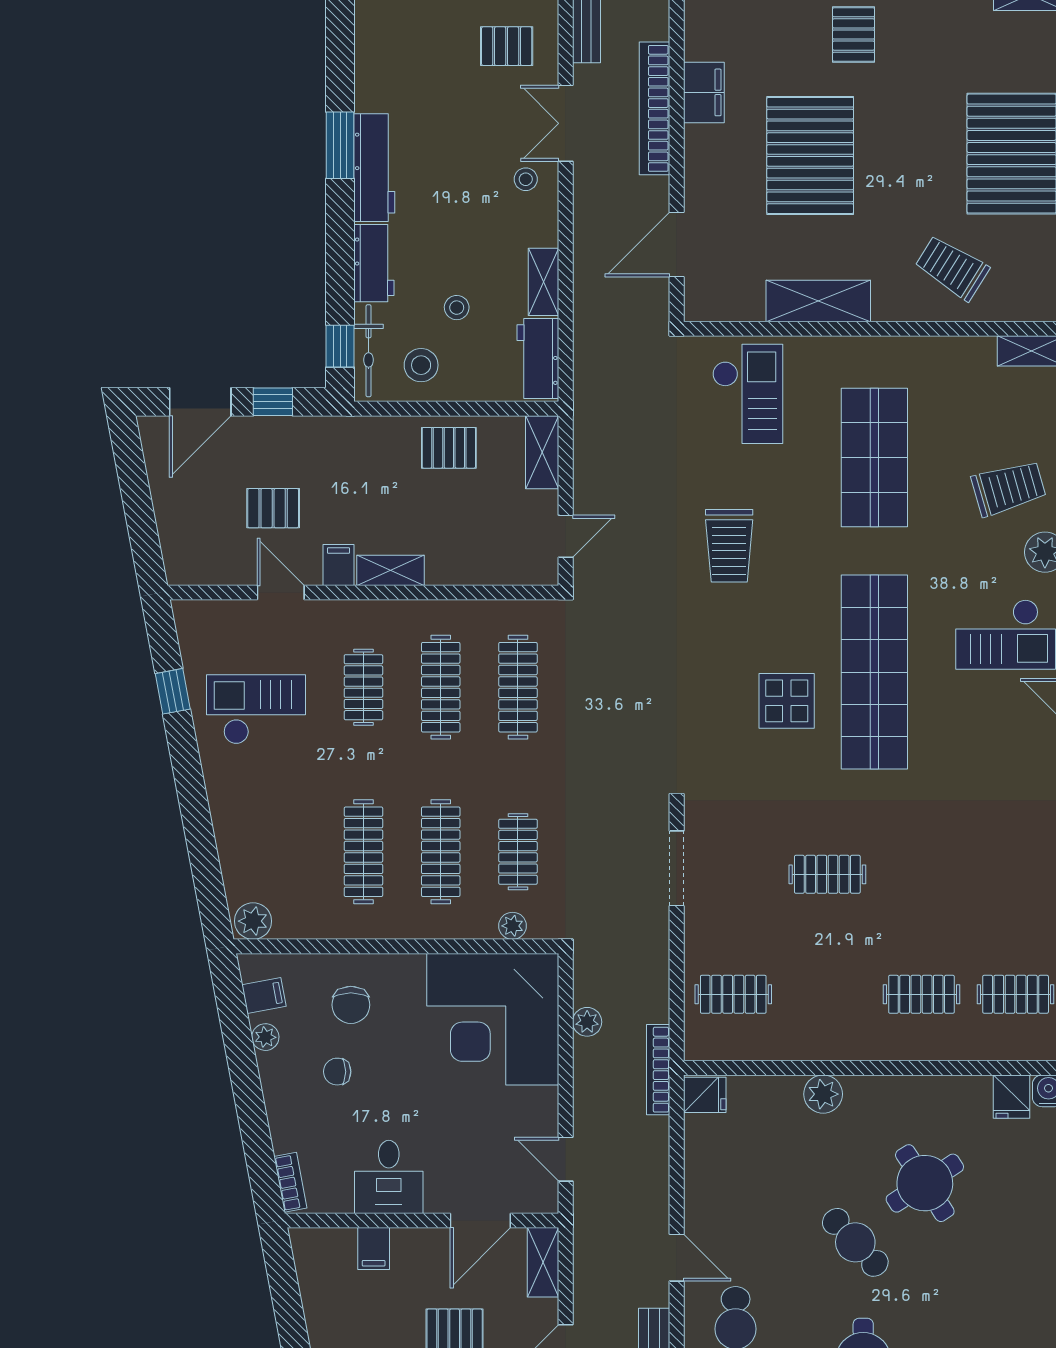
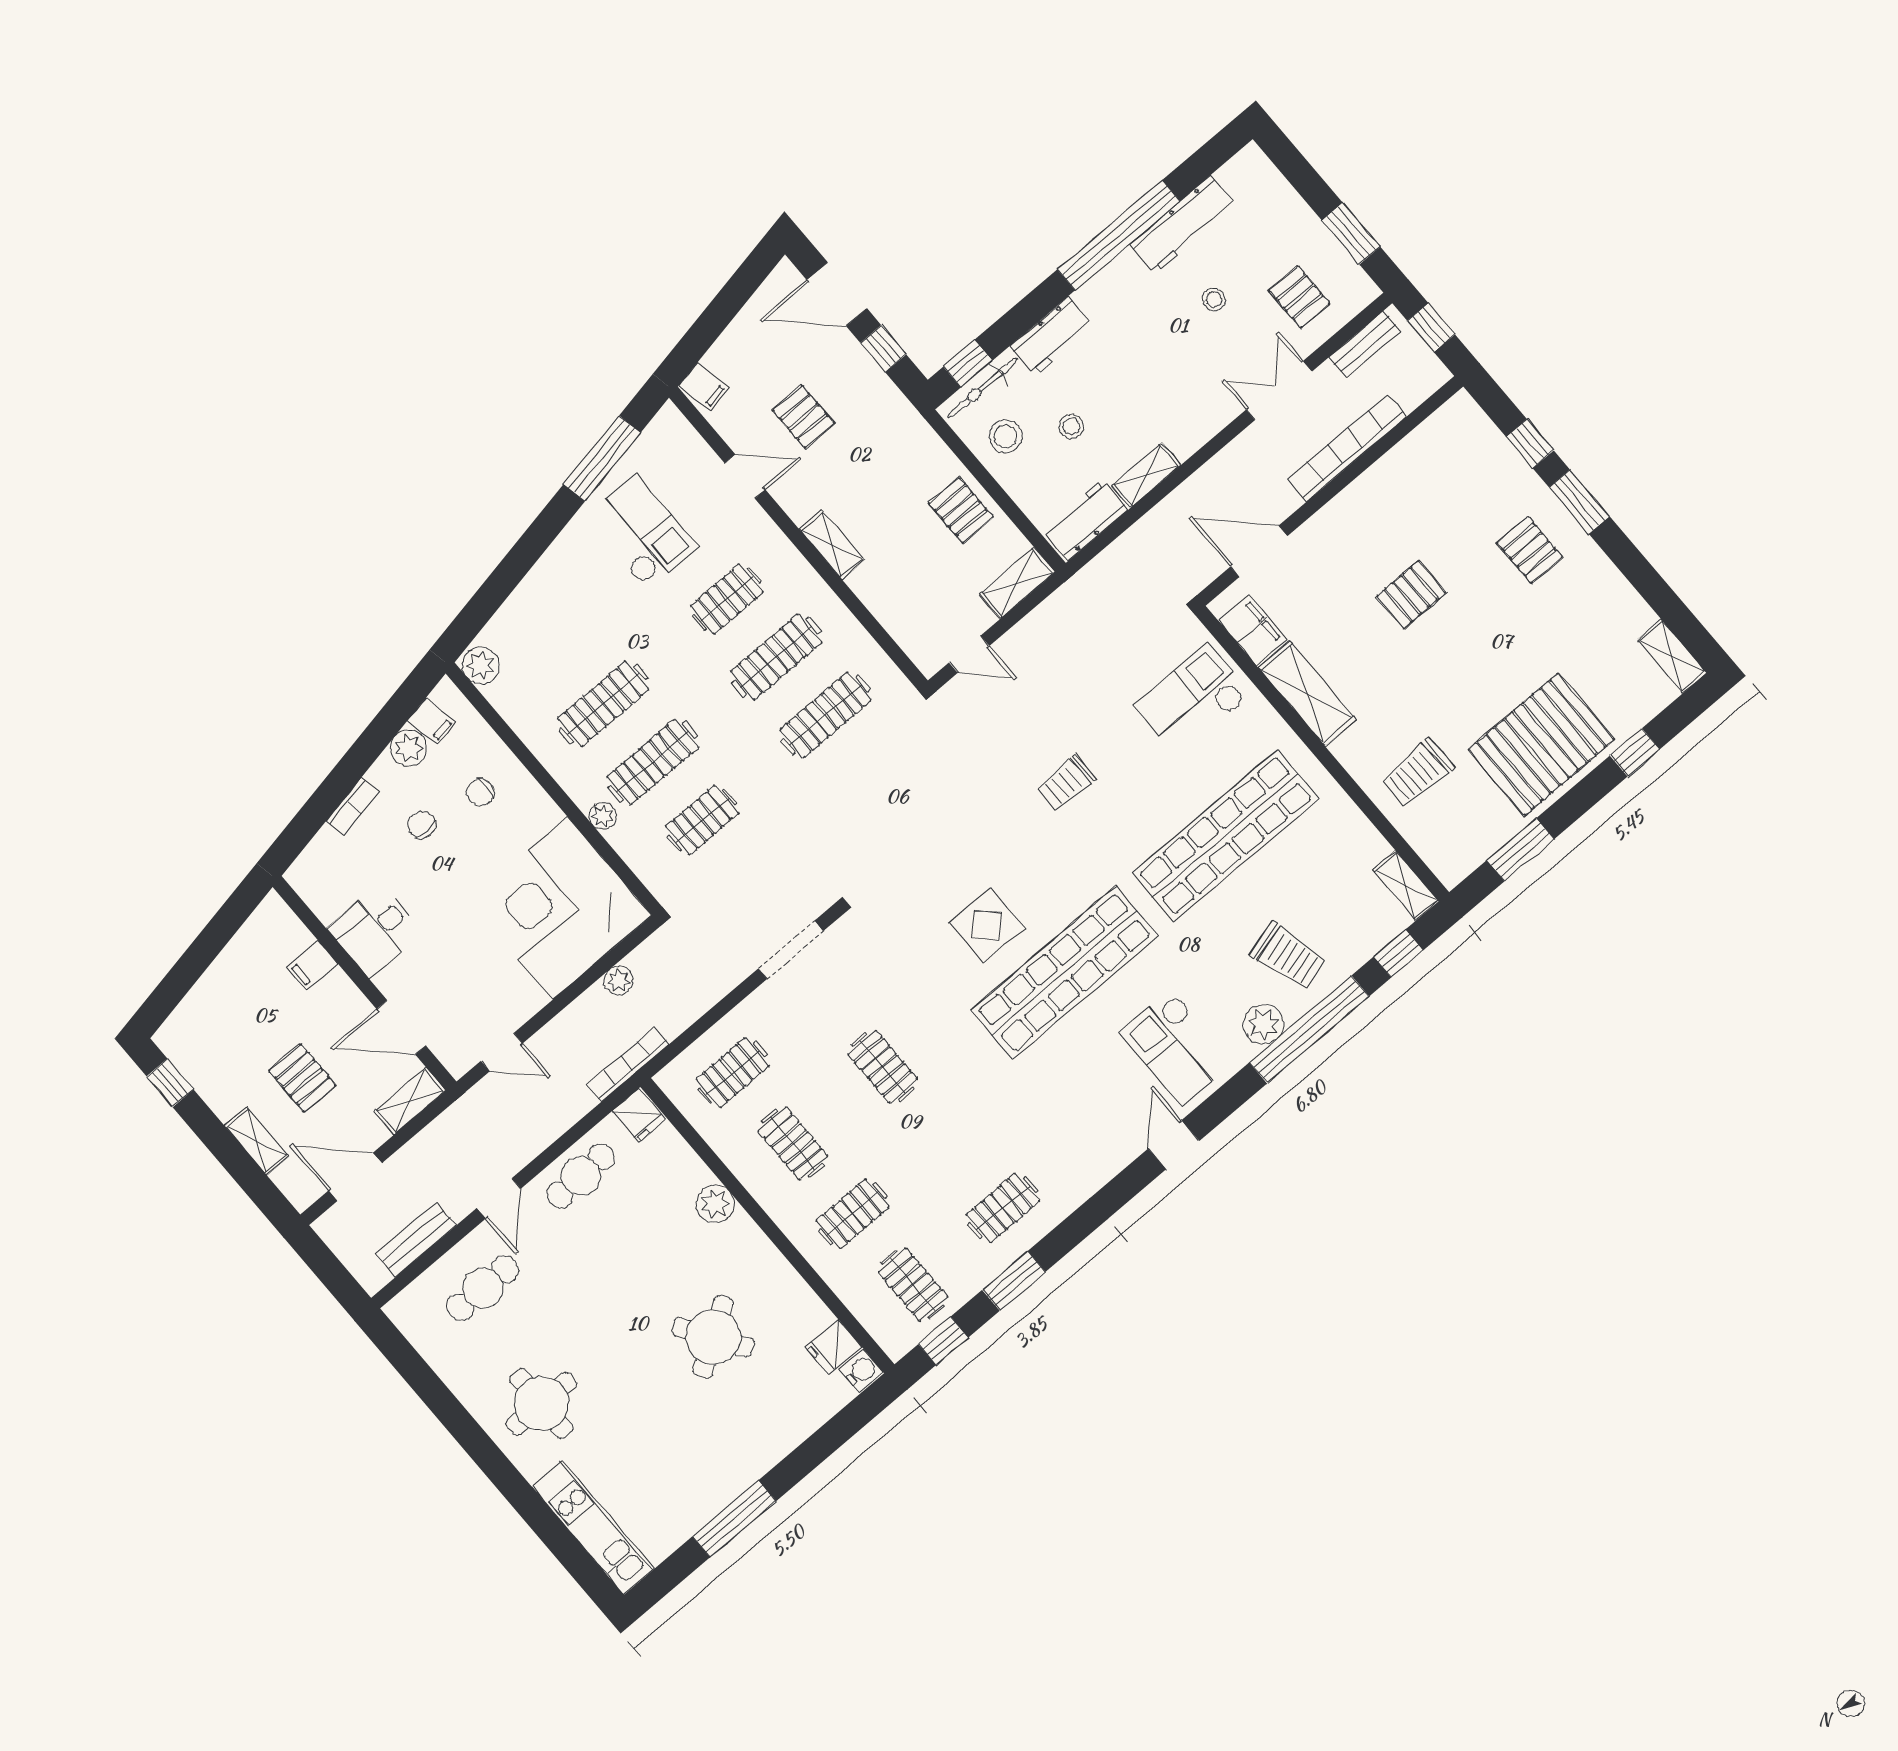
pallet: (854, 35) -> (1530, 550), turned 90
filing cabinet: (704, 92) -> (1252, 630), moved, turned -90
window: (340, 145) -> (1119, 235), width x2.11
pallet: (810, 155) -> (1411, 595), width x0.49, depth x0.50
workbench: (374, 168) -> (1183, 225), moved
stool: (526, 179) -> (1214, 299), moved
trolley: (952, 268) -> (1417, 773), turned -122
checkout: (748, 394) -> (1192, 700), turned 180
shop shelf: (874, 457) -> (1226, 836), width x1.40
trolley: (729, 546) -> (1067, 783), width x0.73, depth x0.72
filing cabinet: (338, 565) -> (704, 387), moved, turned 79
door: (281, 593) -> (745, 476), hinge flipped
window: (173, 691) -> (602, 459), width x2.17
clothes rail: (1016, 874) -> (1003, 1208), added
plant: (512, 926) -> (603, 816), moved
clothes rail: (733, 994) -> (733, 1073), turned 90
clothes rail: (827, 994) -> (793, 1143), added
clothes rail: (921, 994) -> (853, 1214), turned 90
chair: (351, 1005) -> (480, 792), width x0.73, depth x0.73
plant: (265, 1037) -> (409, 748), width x1.38, depth x1.38
door: (566, 1159) -> (502, 1052), swing flipped
bookcase: (290, 1182) -> (353, 806), moved
cafe table: (855, 1242) -> (581, 1176), moved, turned 41

